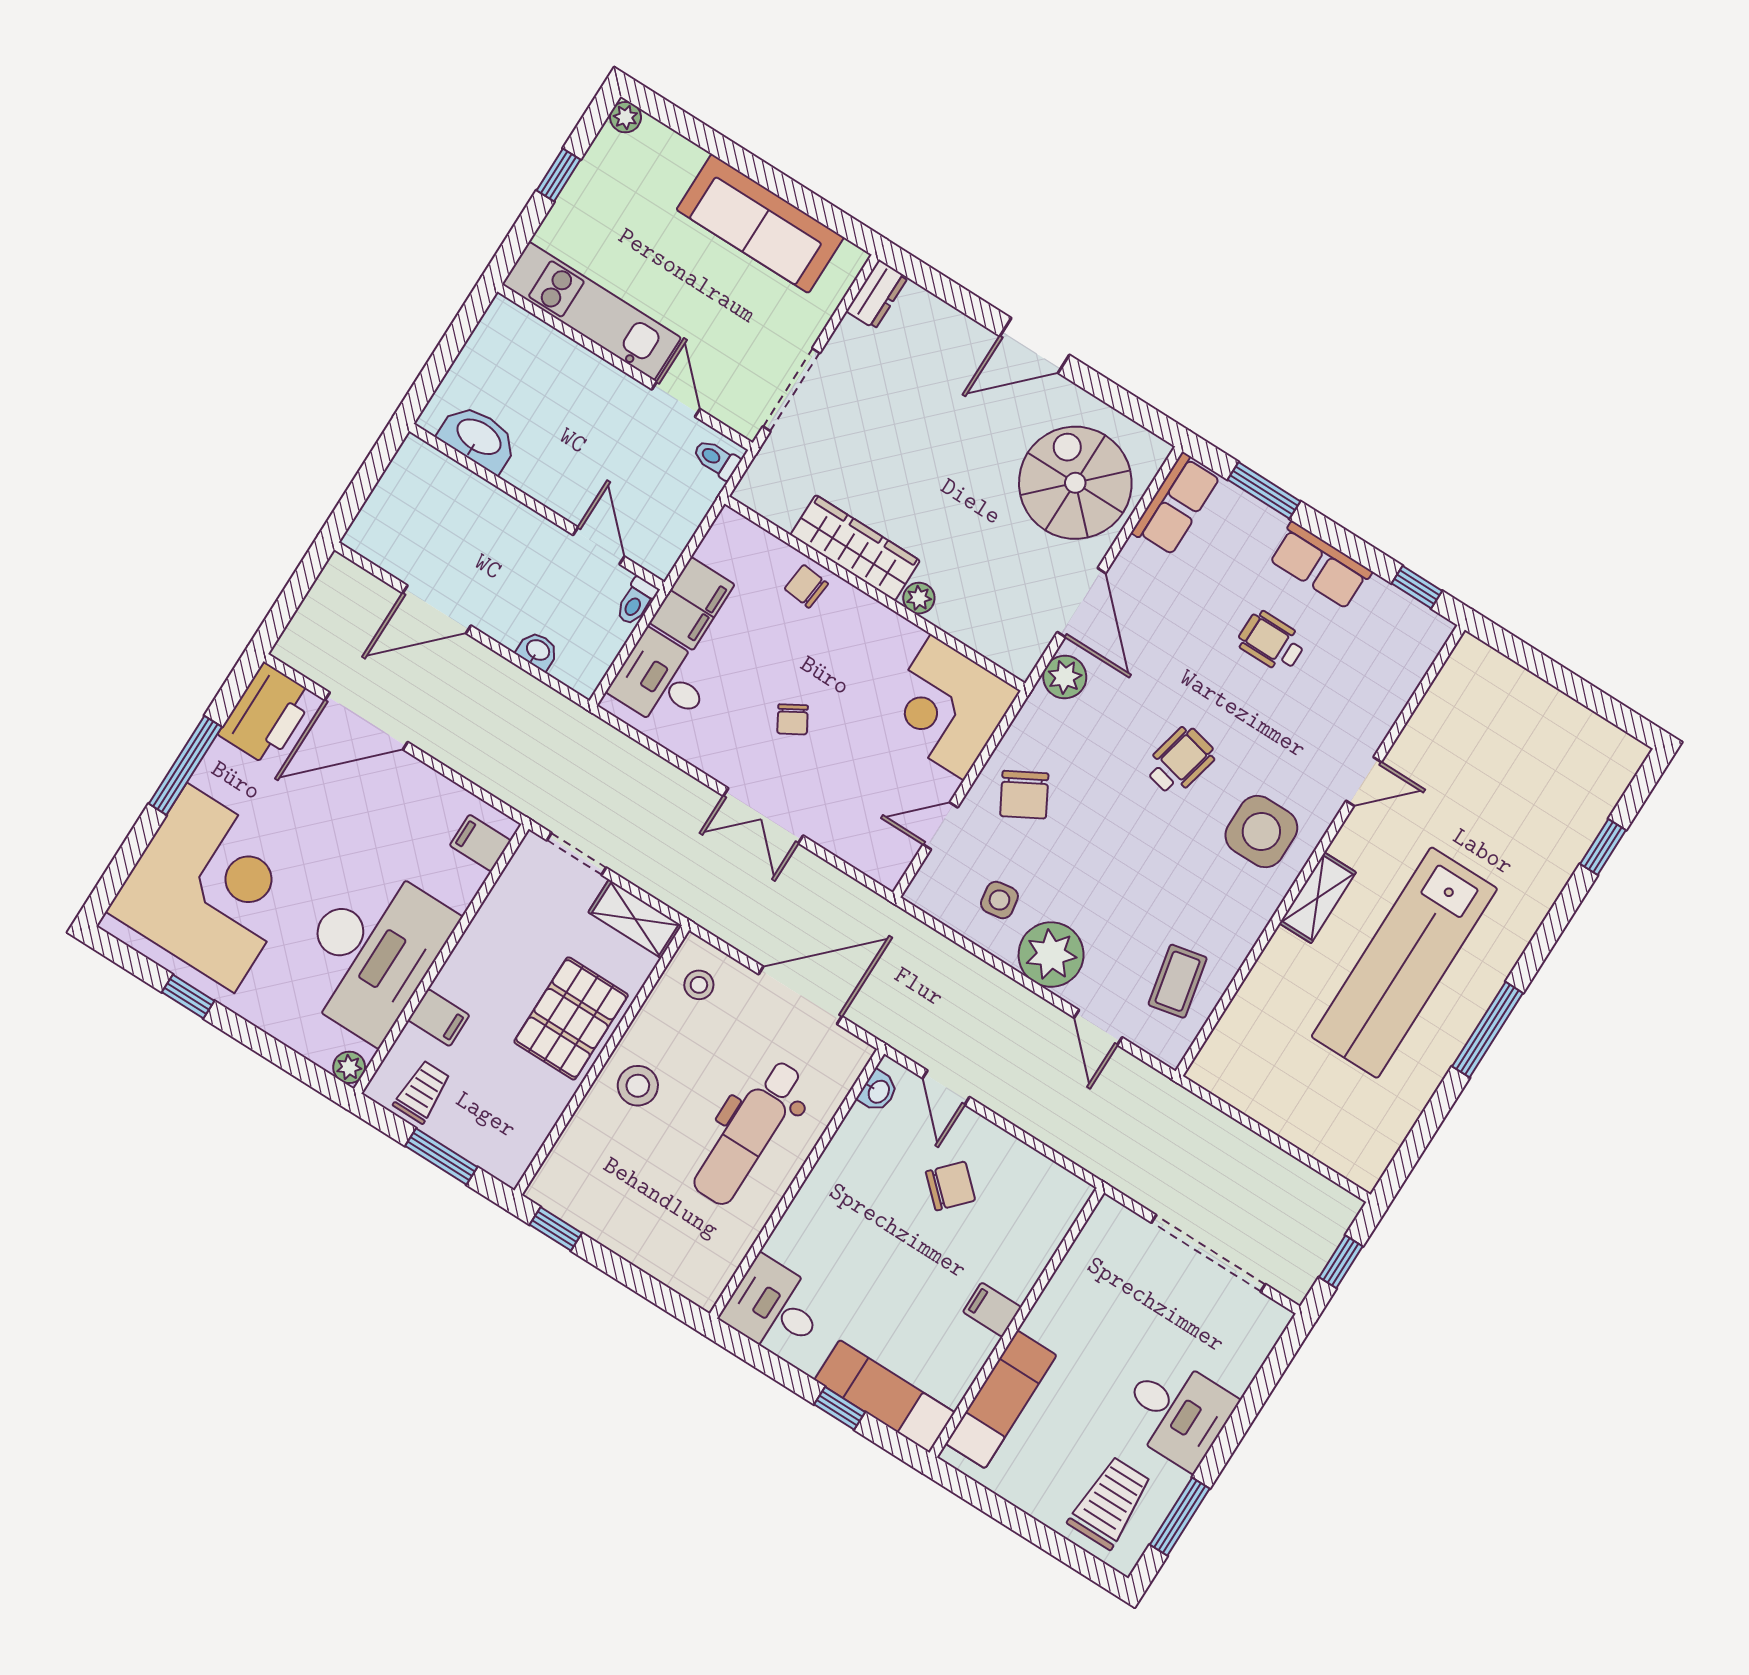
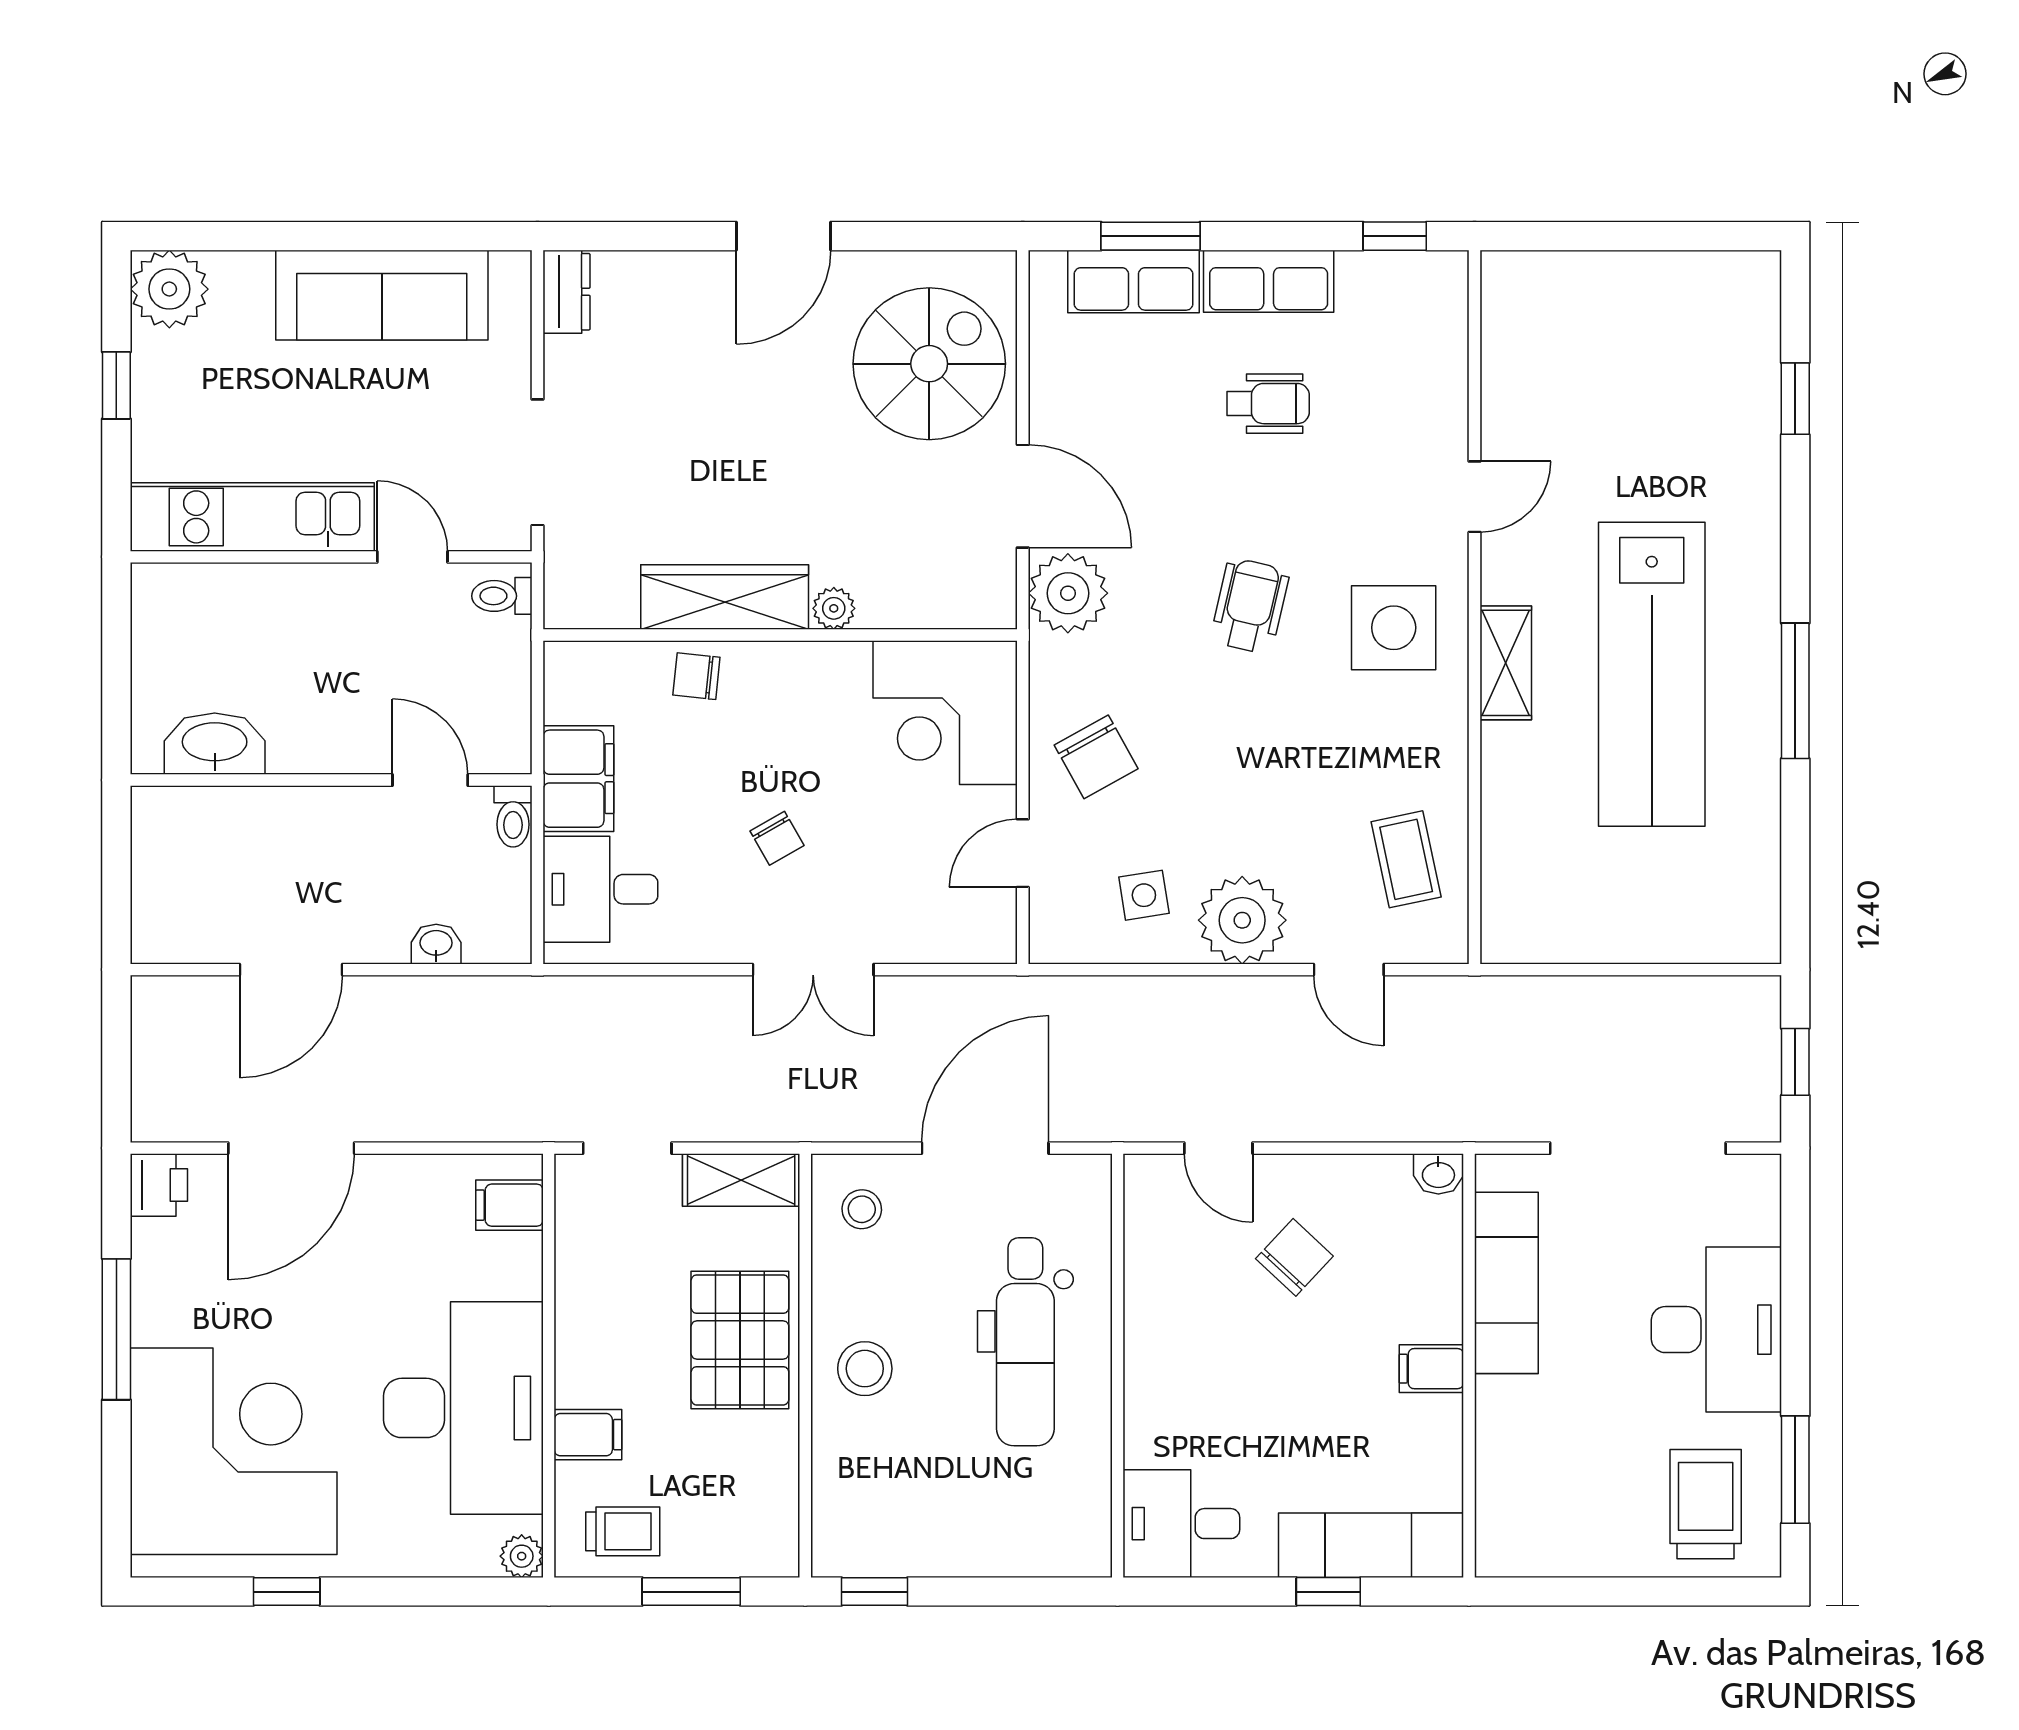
plant: (625, 117) -> (169, 289), width x1.87, depth x1.87
spiral stairs: (1075, 483) -> (929, 364), turned 90
row of seats: (1176, 504) -> (1133, 281), moved, turned 90
wheelchair: (1271, 642) -> (1268, 404), turned 180
plant: (1065, 677) -> (1068, 593), width x1.36, depth x1.36
printer: (267, 714) -> (159, 1185), width x0.53, depth x0.68
washbasin: (878, 1091) -> (1438, 1174), moved, turned 90
trolley: (422, 1092) -> (623, 1531), turned 90
exam couch: (1001, 1399) -> (1506, 1283), moved
desk: (1177, 1412) -> (1716, 1330), width x1.37

